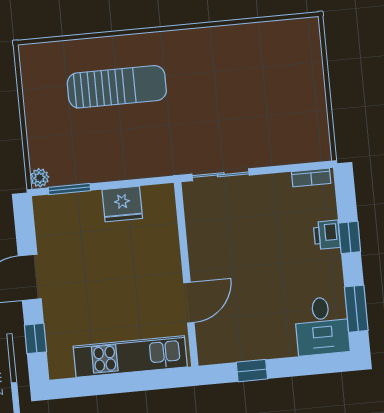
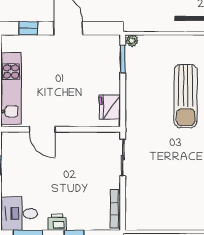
bookcase: (311, 177) -> (115, 209), width x1.56
fridge: (122, 204) -> (110, 107), moved
printer: (327, 235) -> (57, 222), moved

